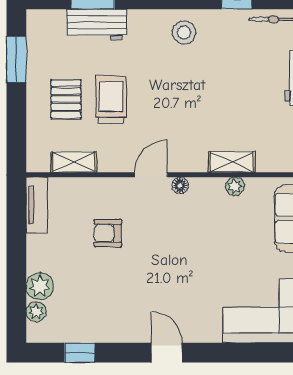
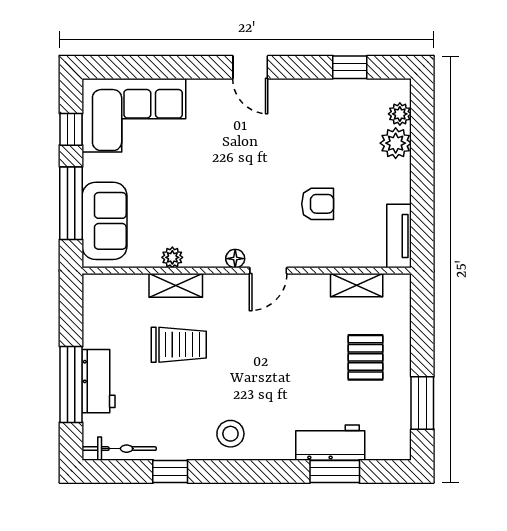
trolley: (111, 100) -> (179, 345), moved, turned -90

